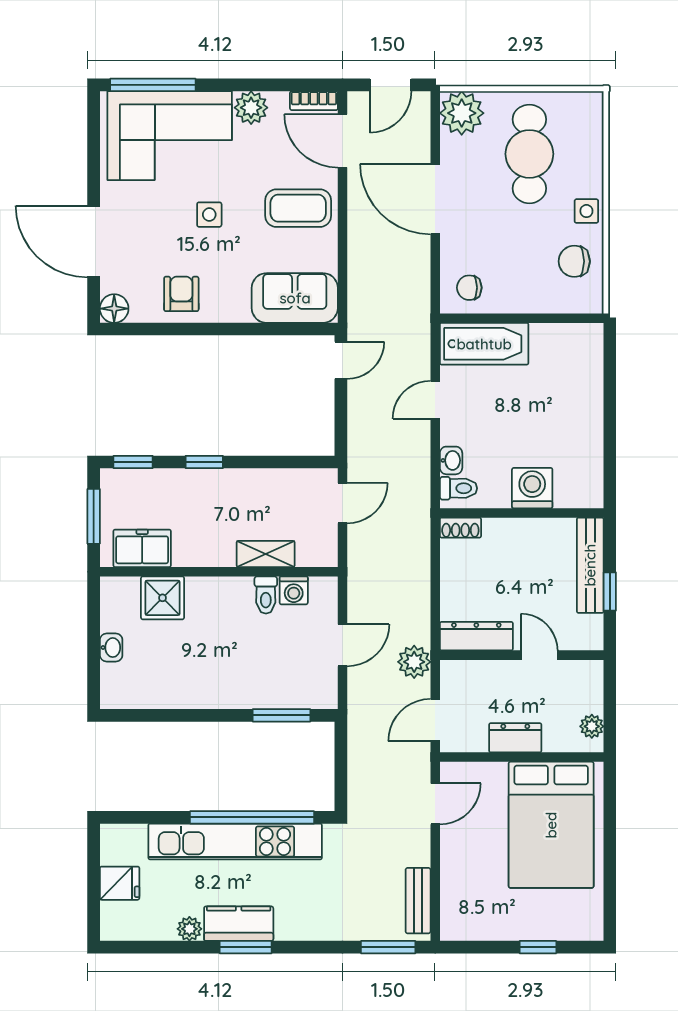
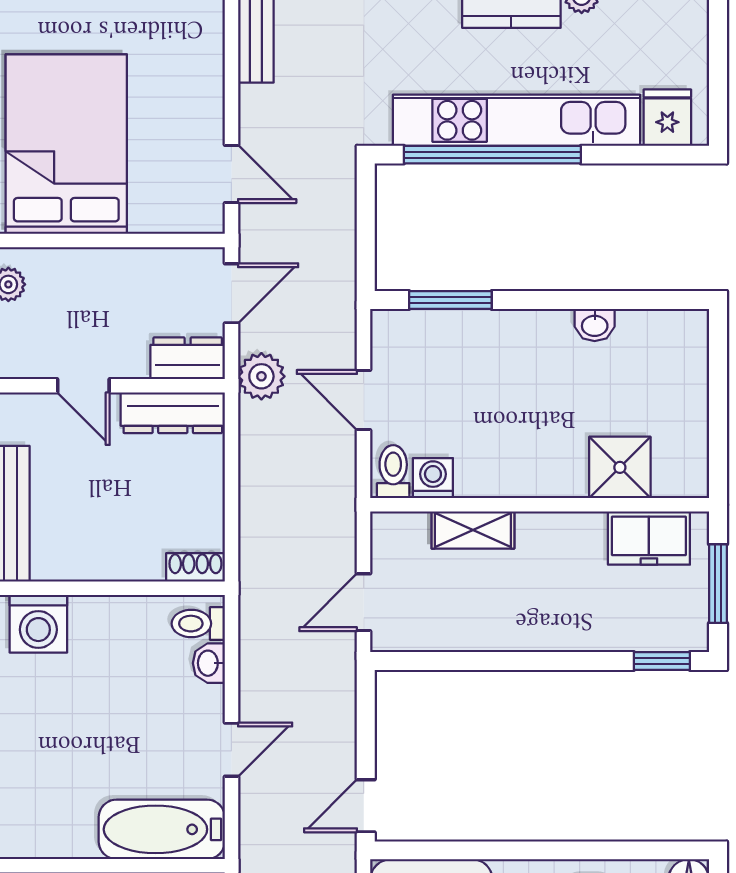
window: (204, 462) -> (560, 661), removed
washing machine: (532, 488) -> (38, 624), moved
toilet: (266, 595) -> (393, 472), moved
door: (342, 645) -> (364, 400), hinge flipped
washbasin: (111, 648) -> (595, 325), moved, turned -90
dresser: (515, 738) -> (188, 358), moved, turned 180
door: (435, 804) -> (231, 174), swing flipped
fridge: (120, 883) -> (667, 118), moved, turned 90

